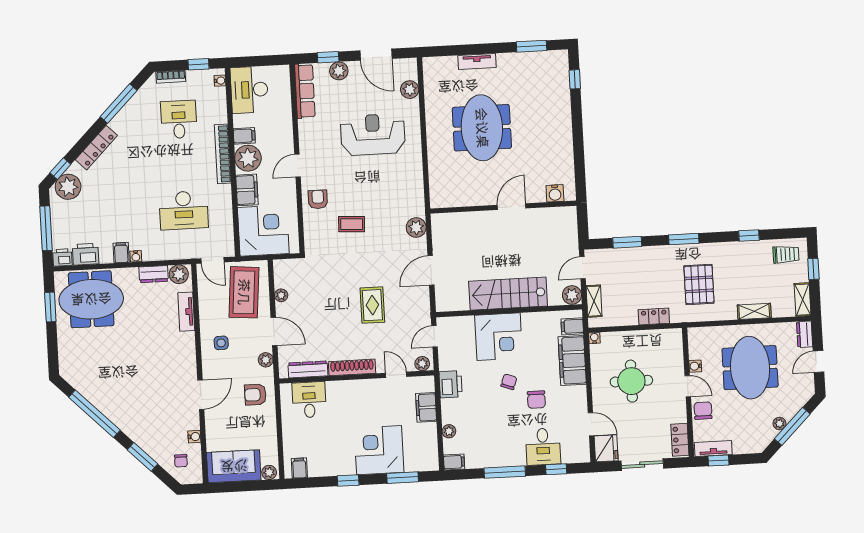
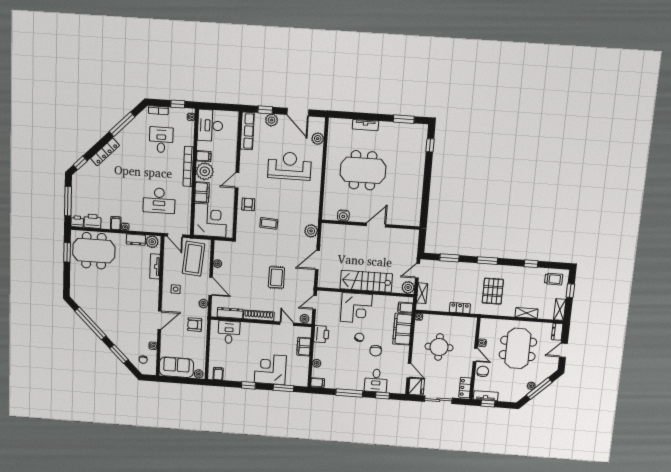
meeting table: (482, 128) -> (363, 170), turned 90
plant: (68, 187) -> (84, 176), removed
water cooler: (555, 193) -> (343, 216), moved

